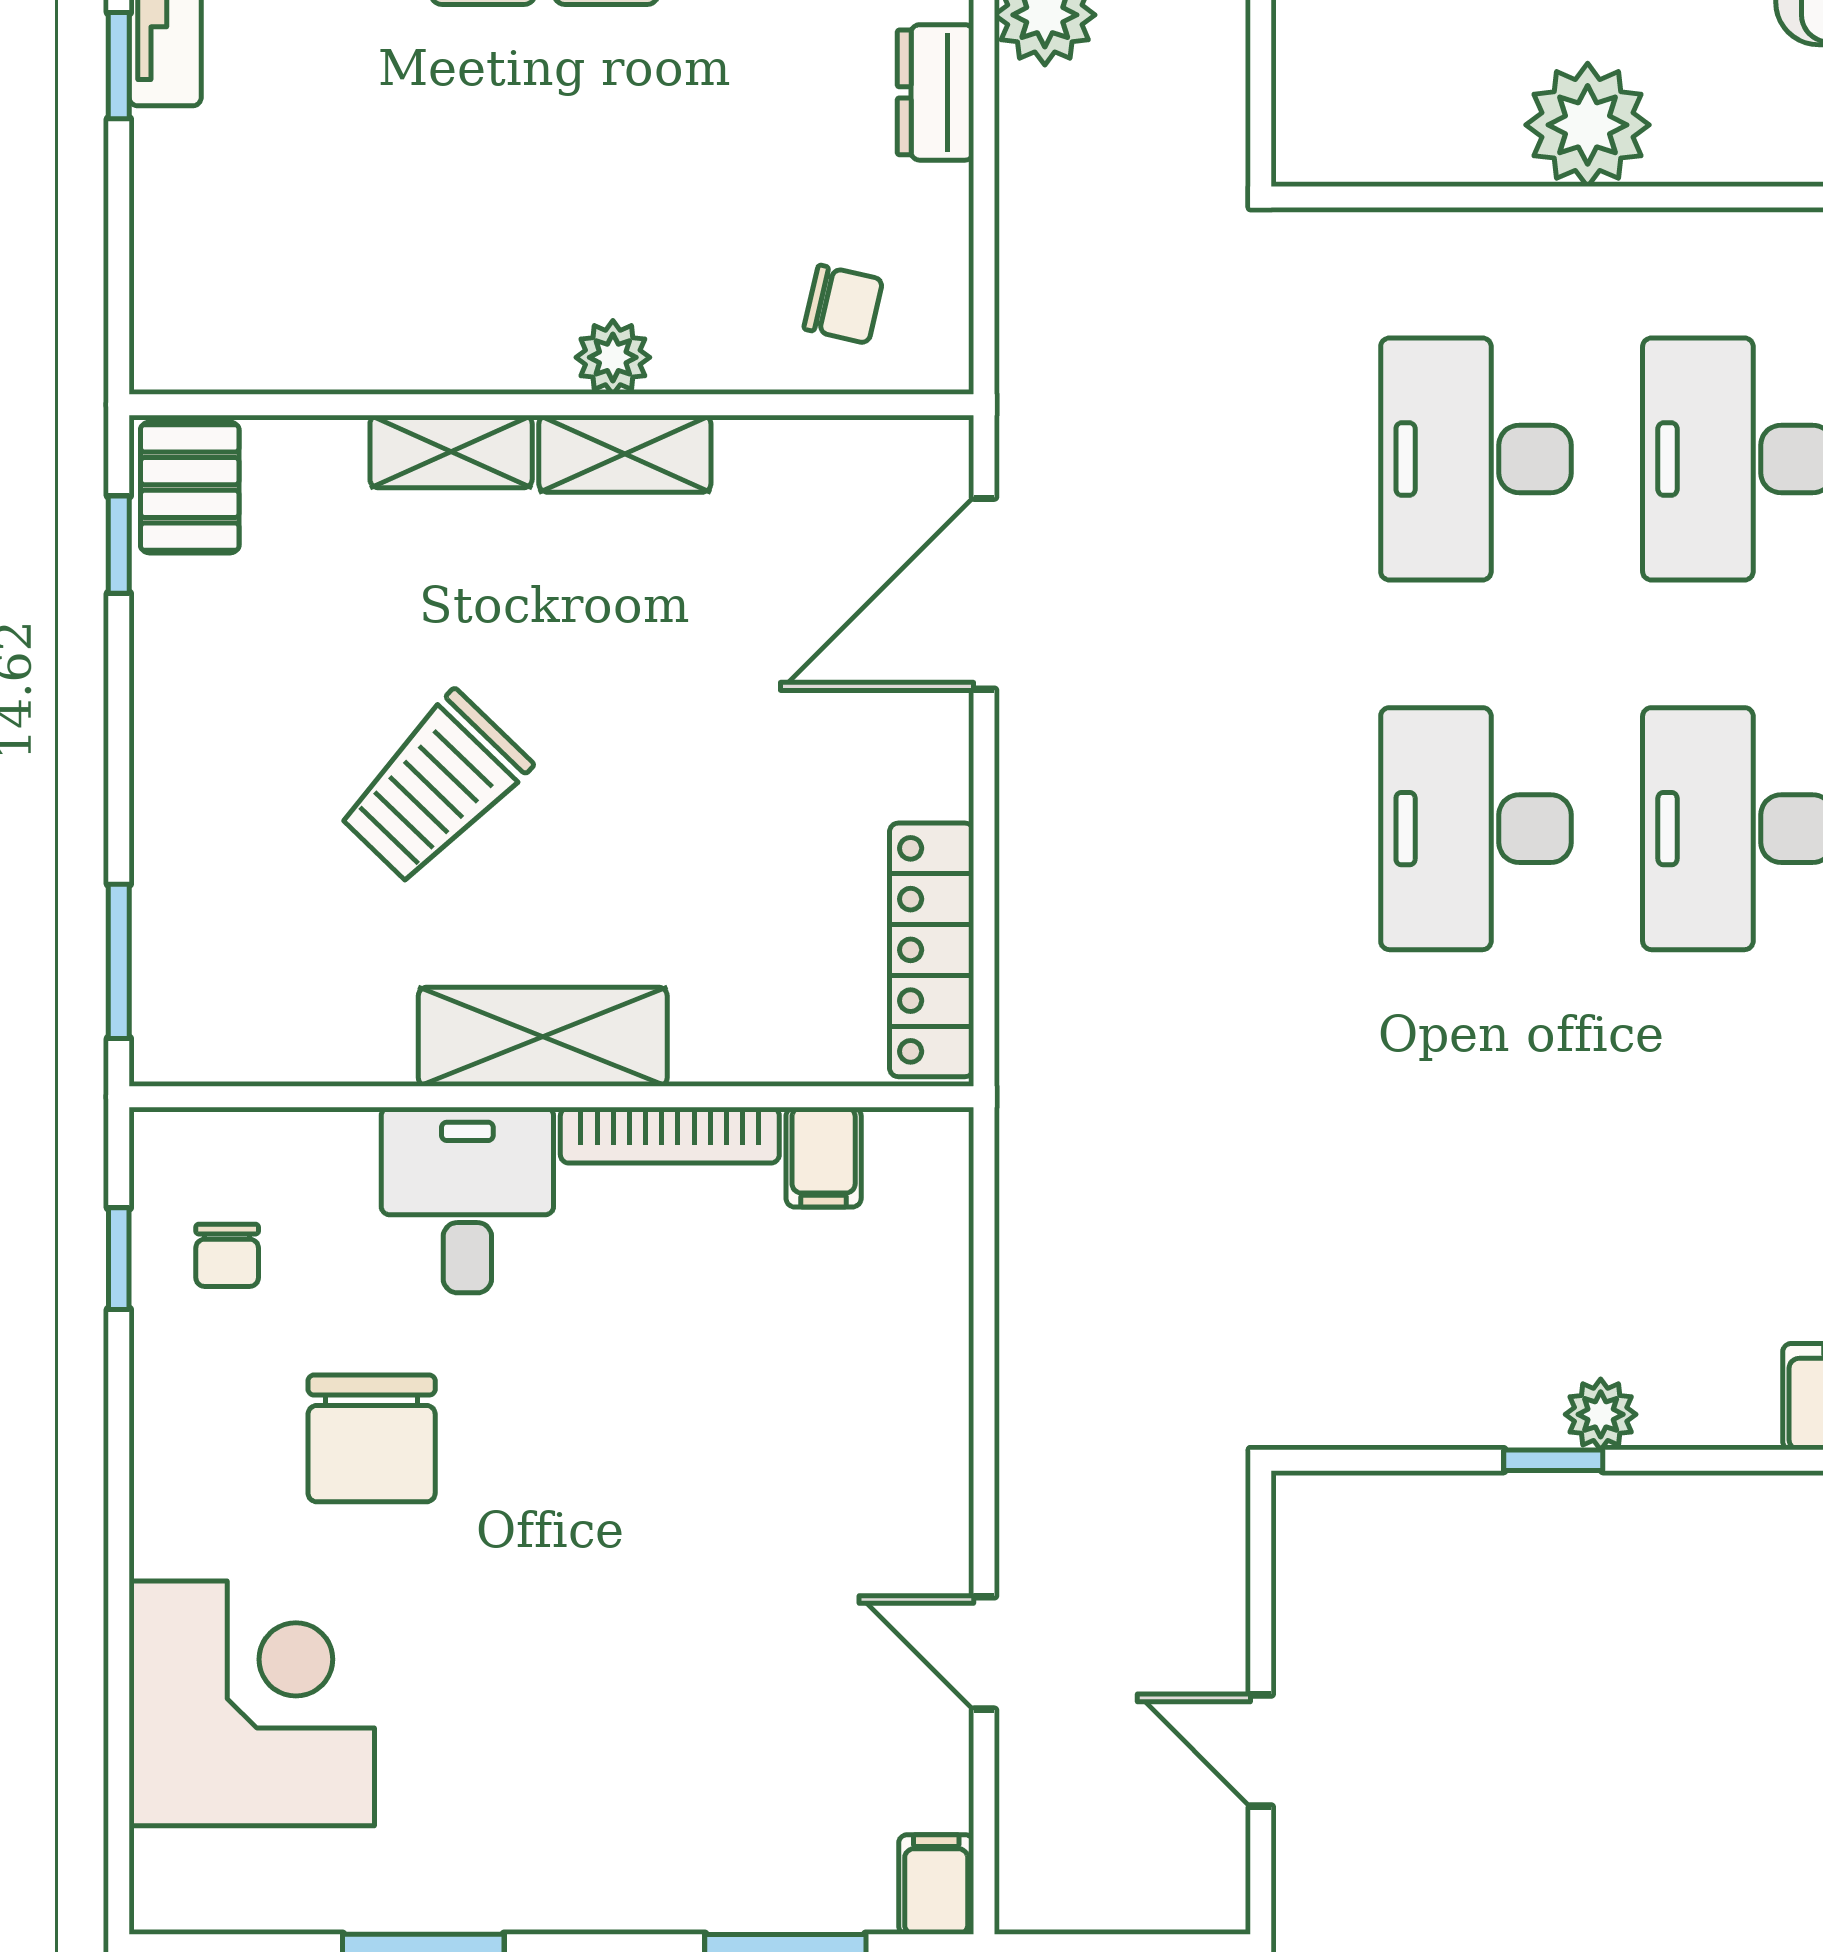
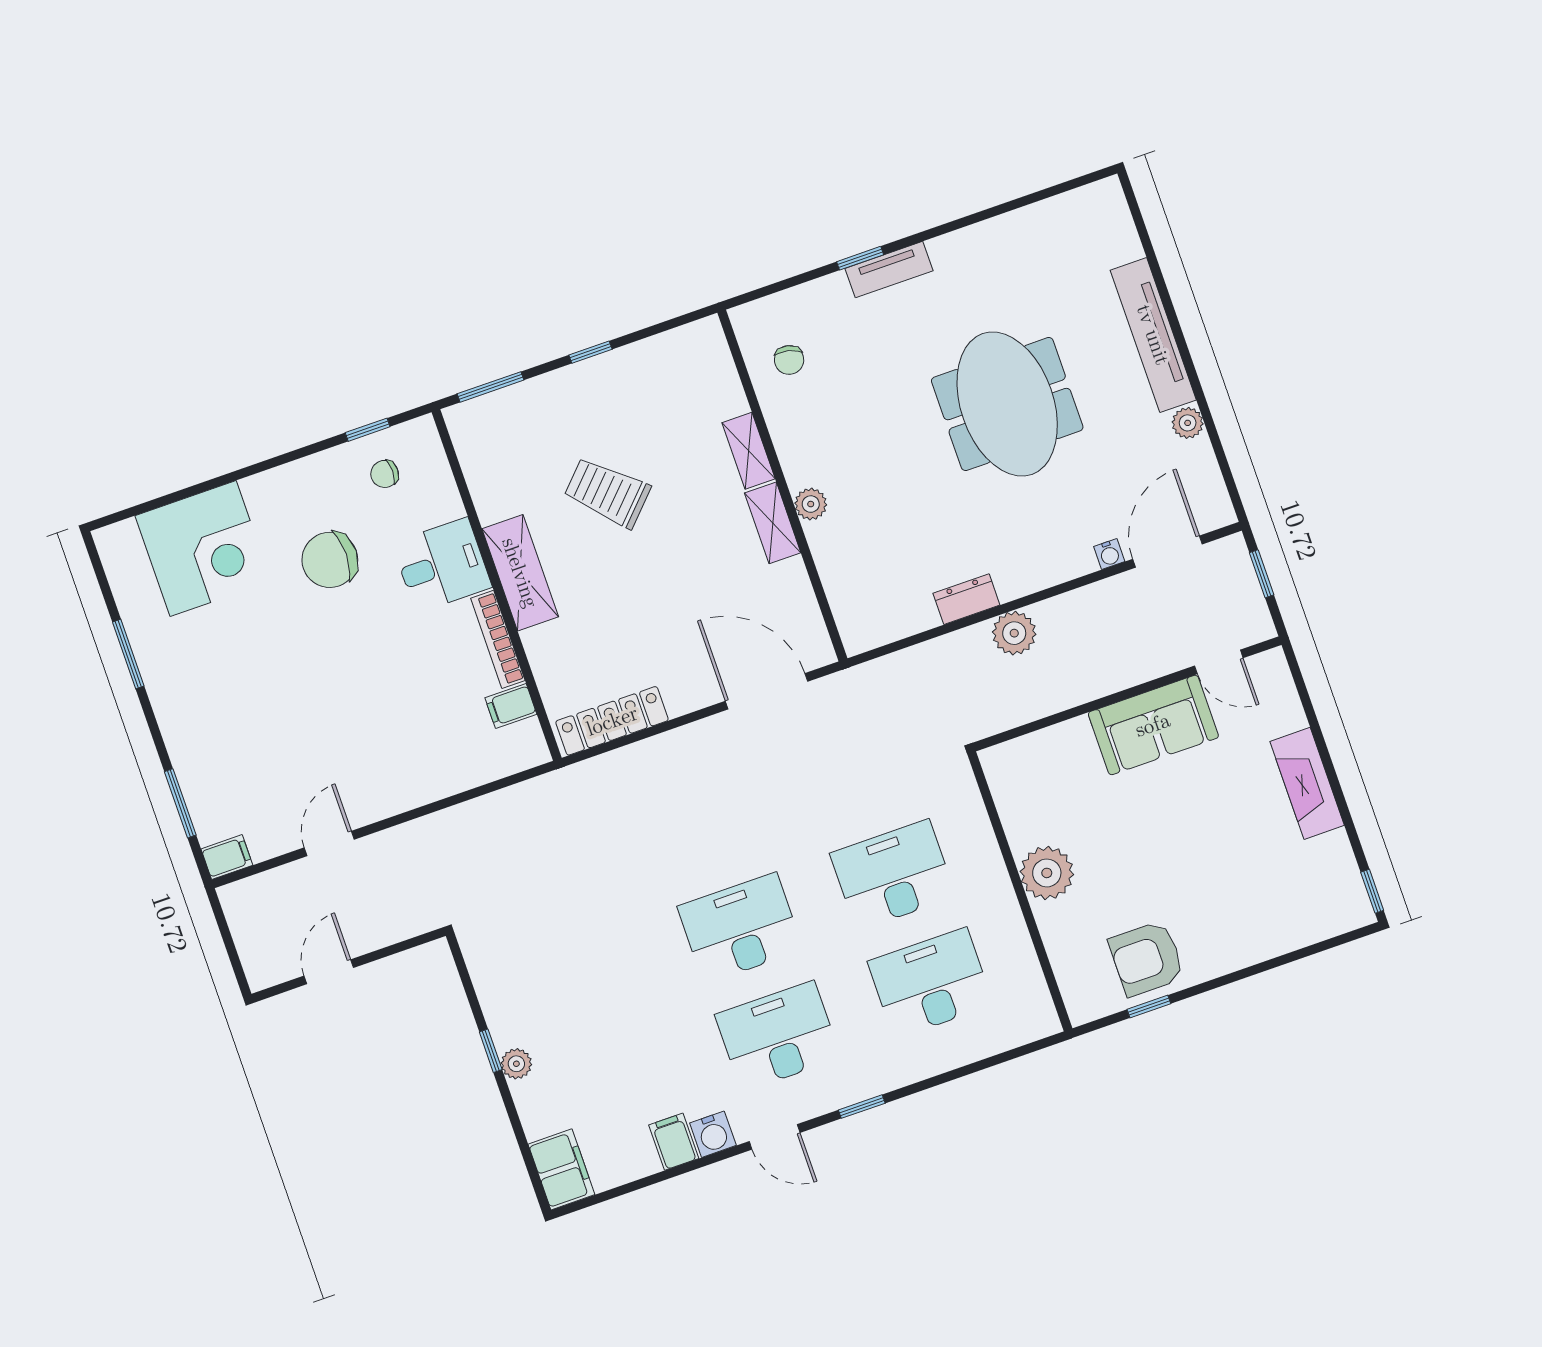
chair: (843, 304) -> (789, 360), moved
pallet: (190, 488) -> (696, 348), removed
window: (119, 545) -> (590, 352), moved

